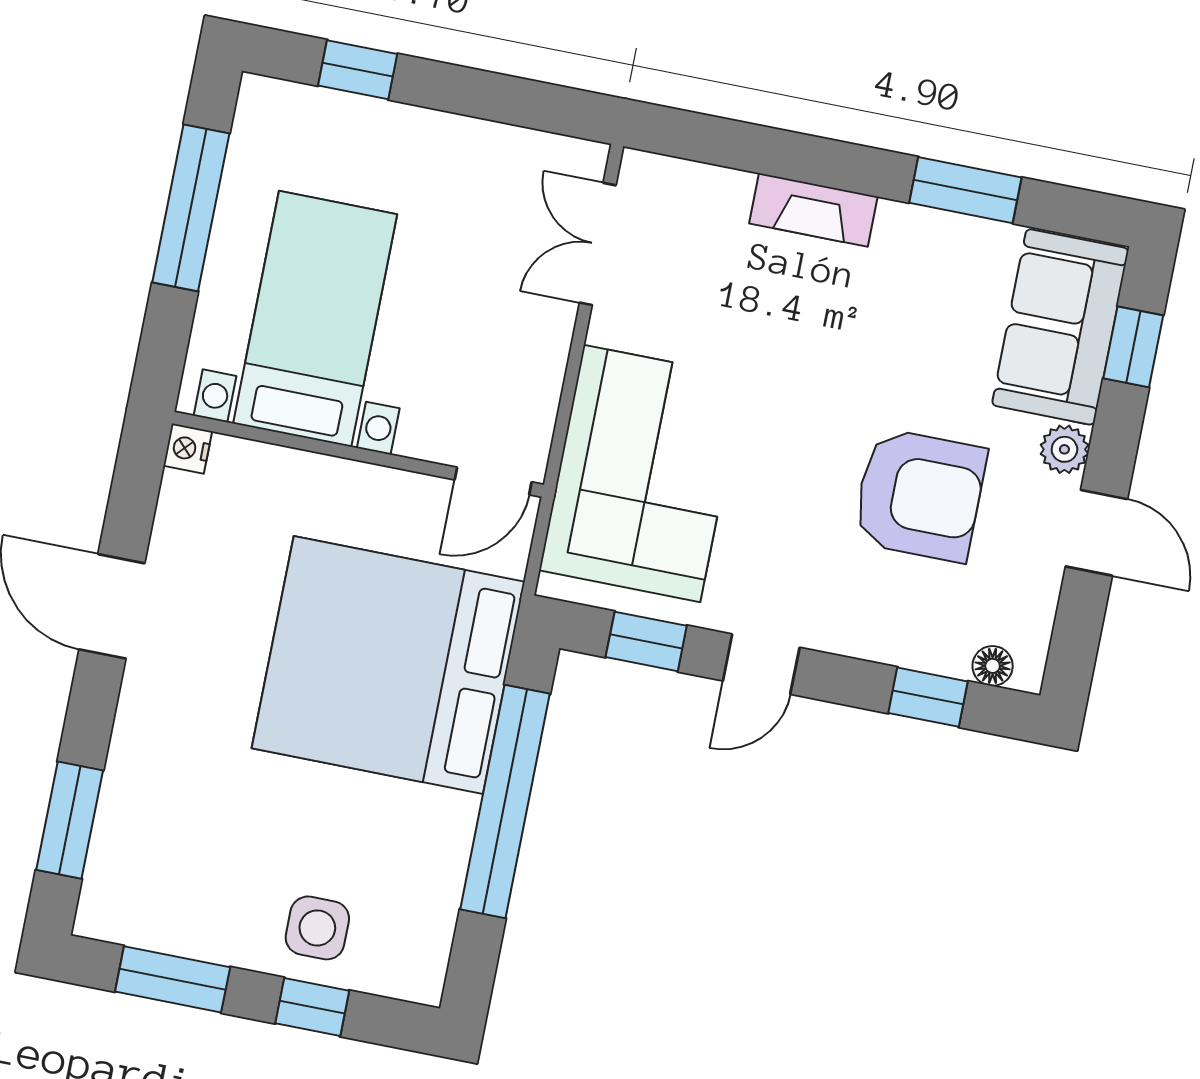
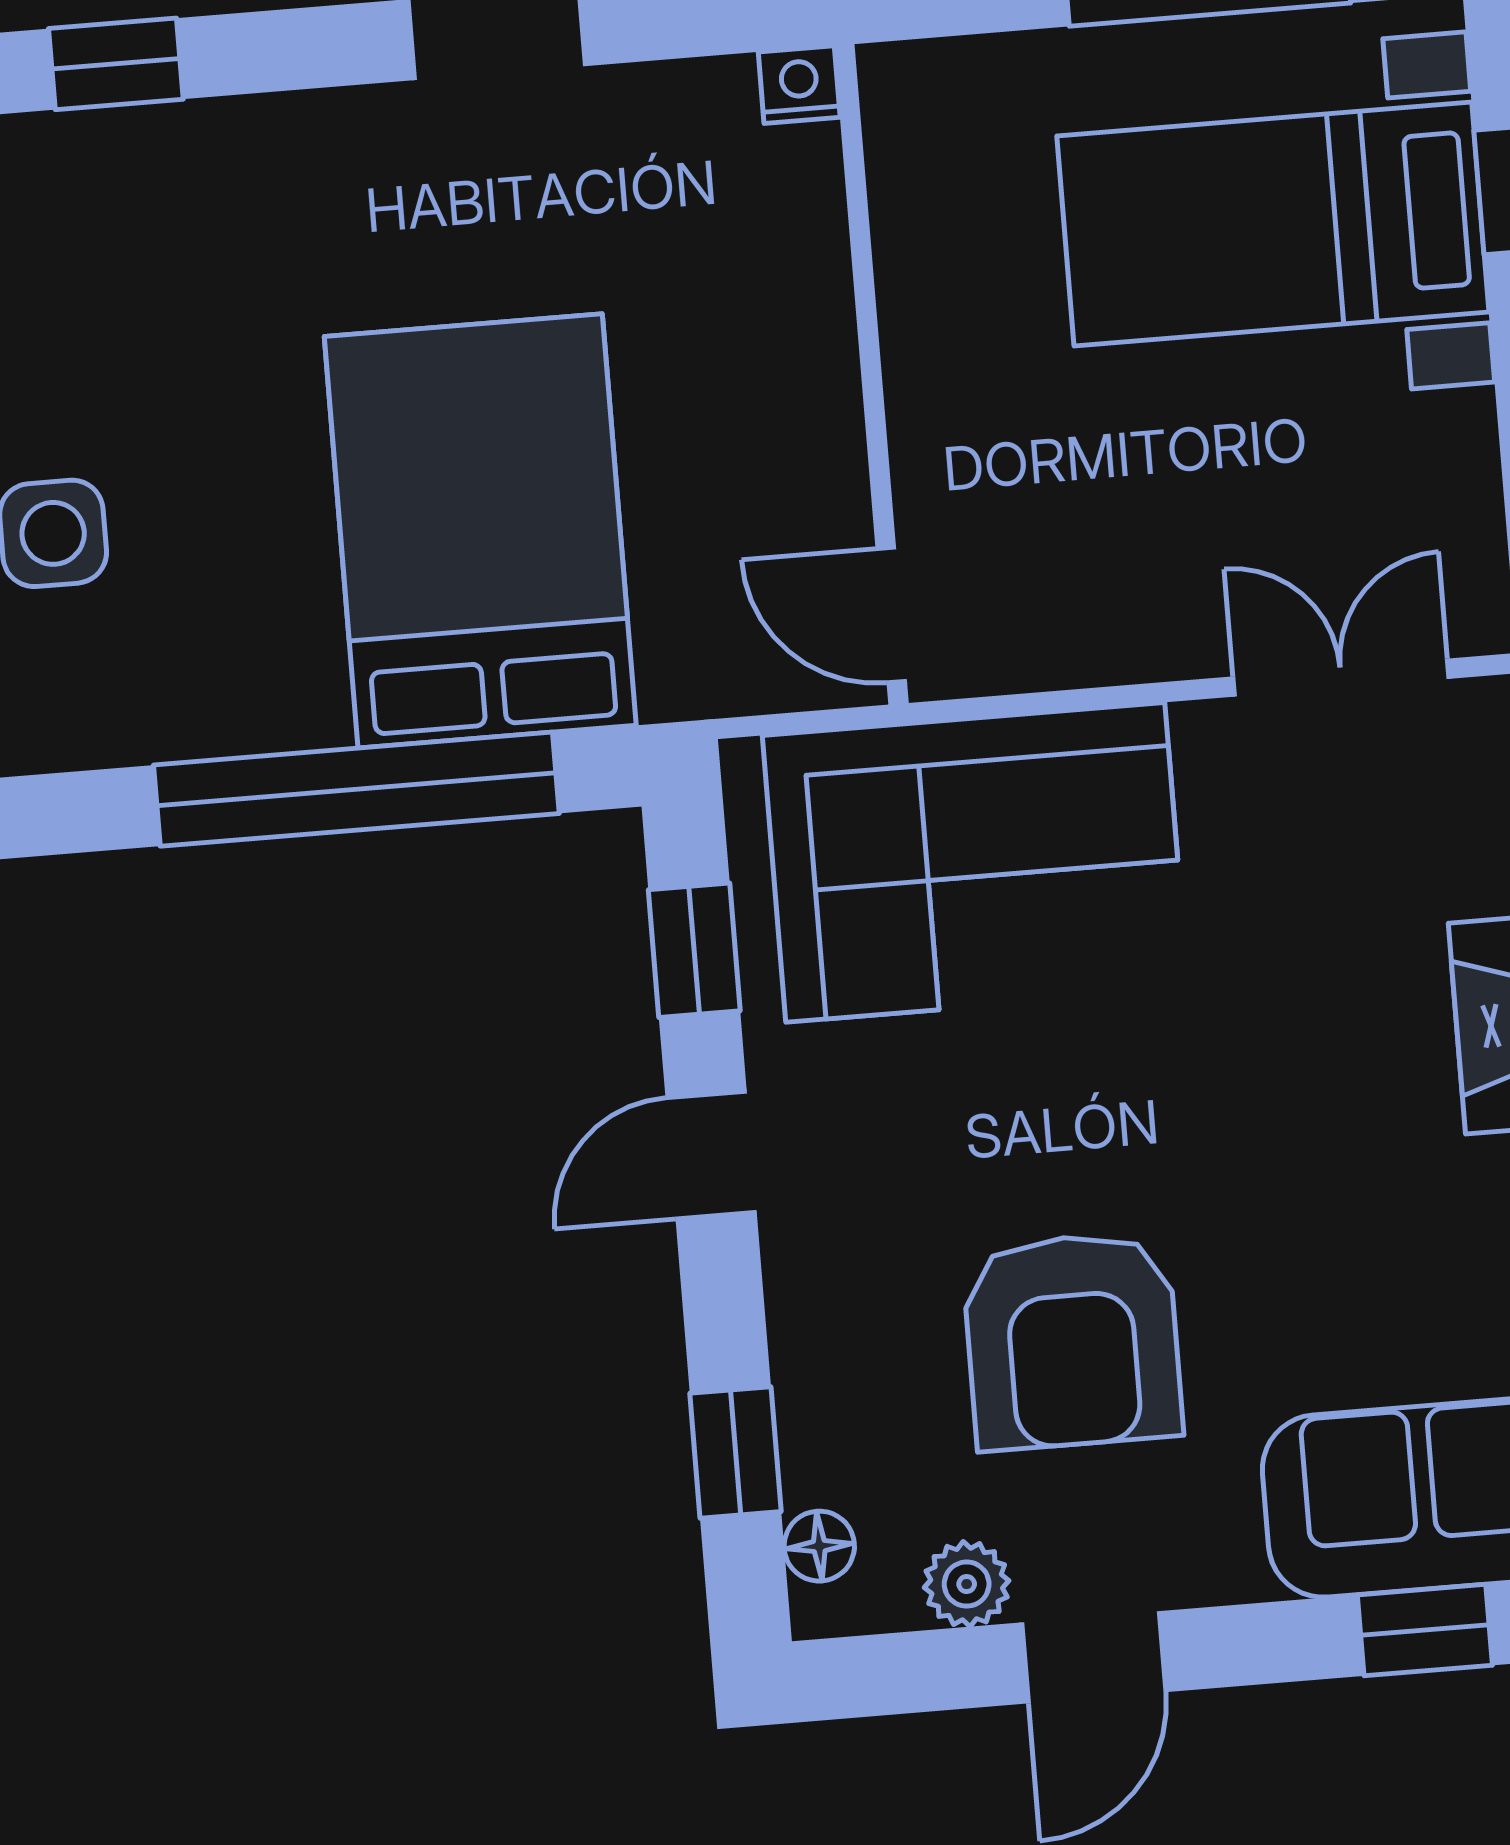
bed with nightstands: (315, 319) -> (1273, 224), moved, turned 180
plant: (1064, 449) -> (967, 1584), moved
door: (761, 664) -> (711, 1155), hinge flipped
bed: (388, 665) -> (480, 531), width x0.73
window: (70, 820) -> (116, 64), width x0.67

